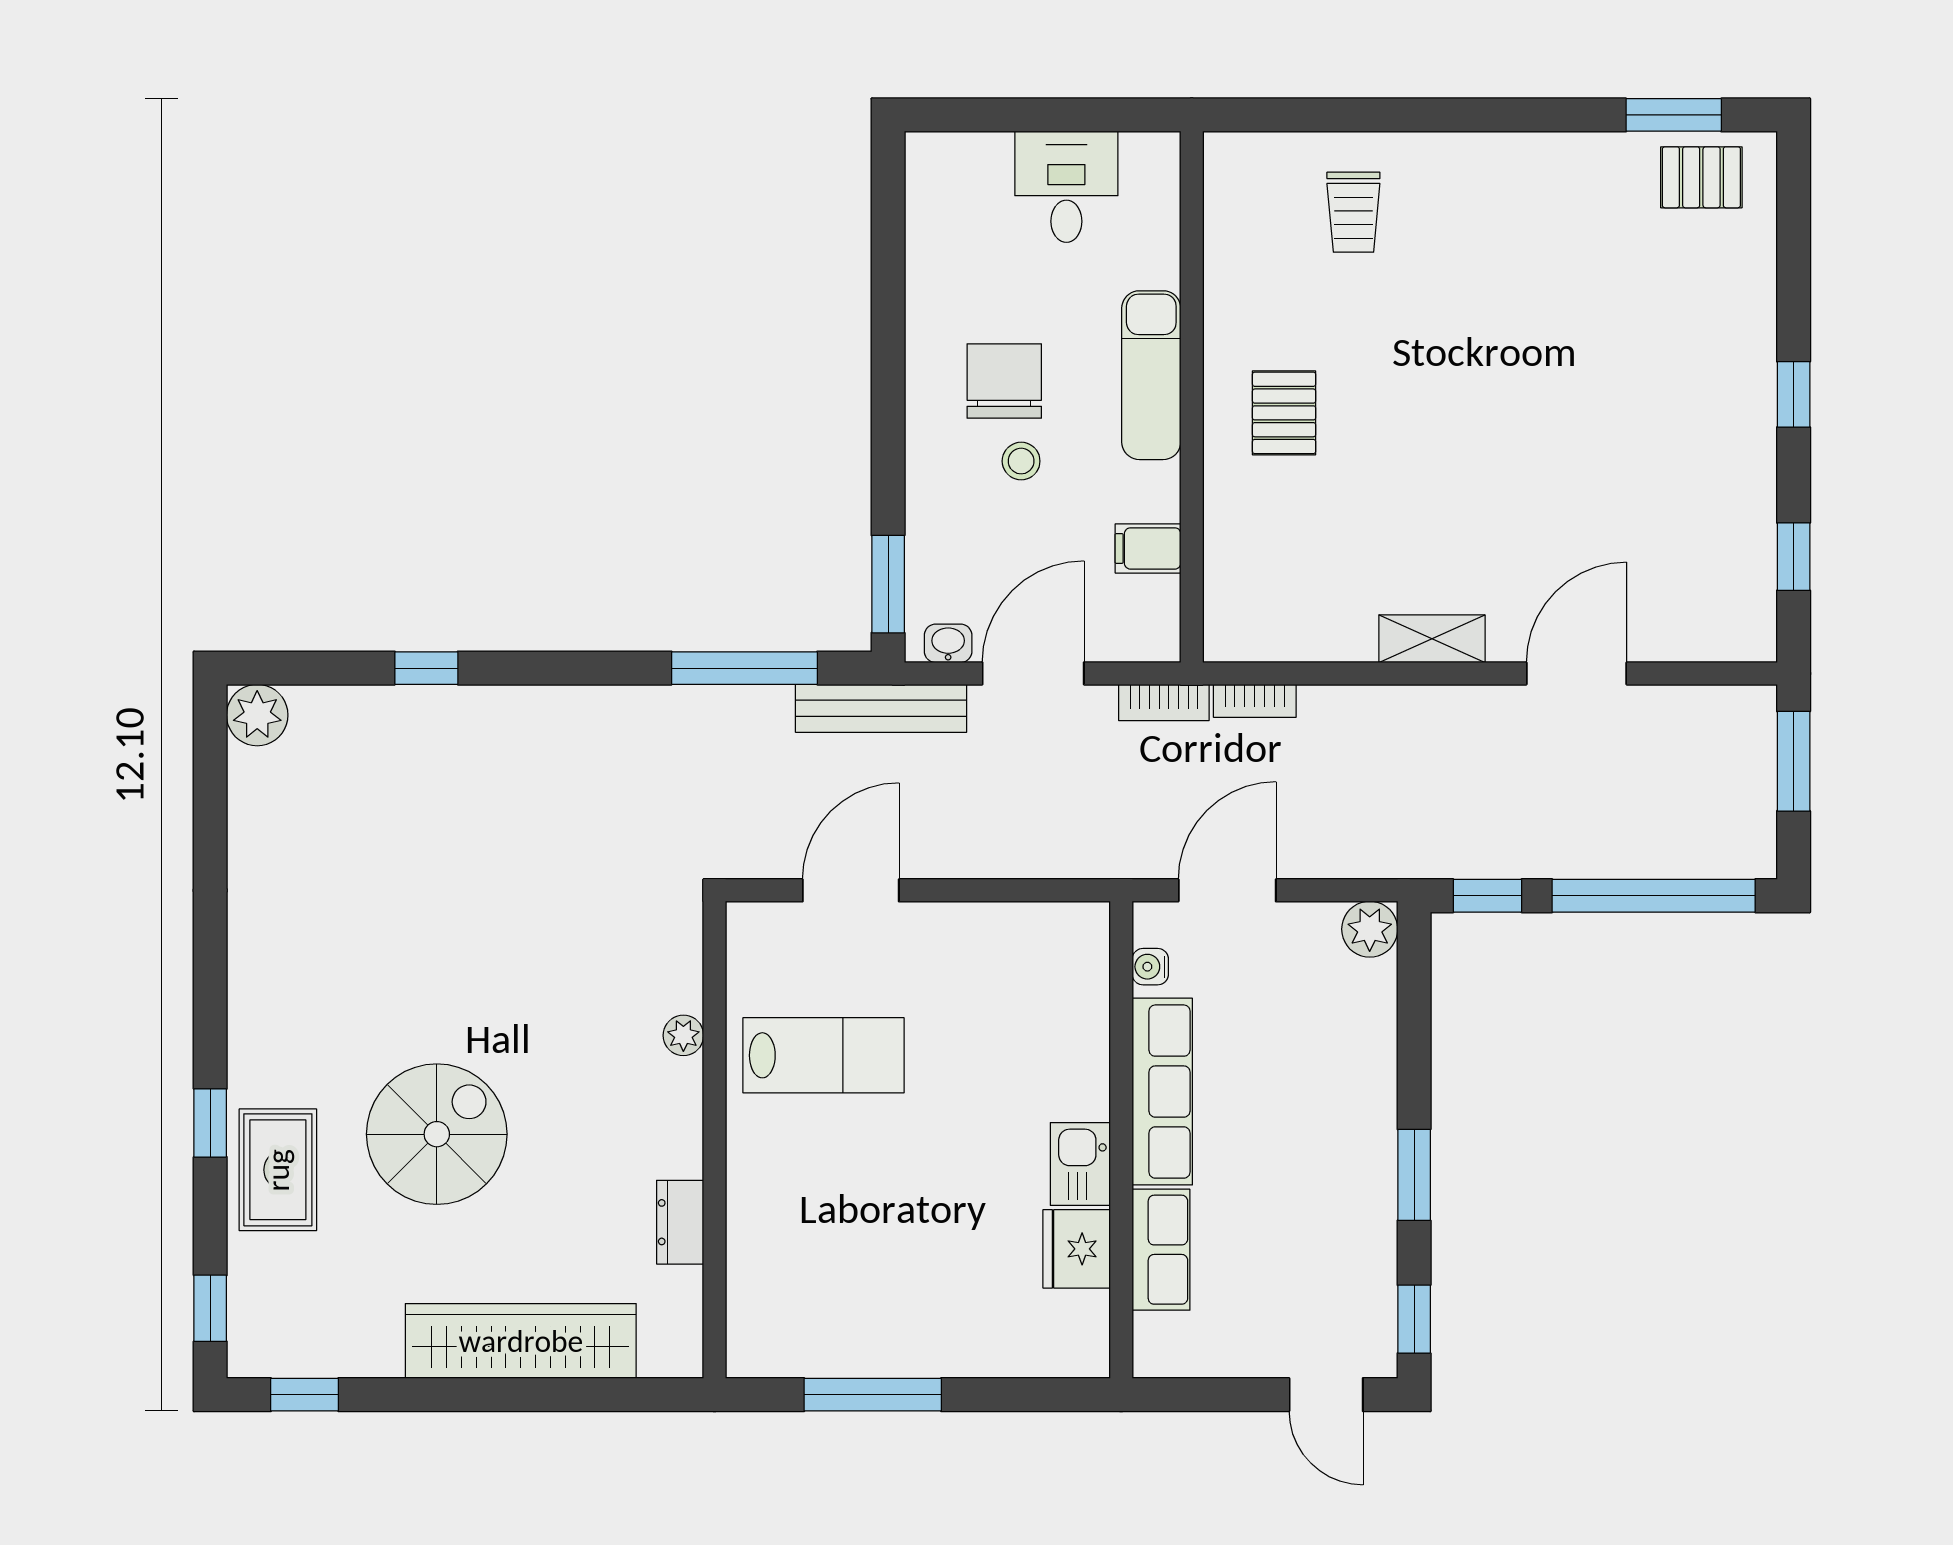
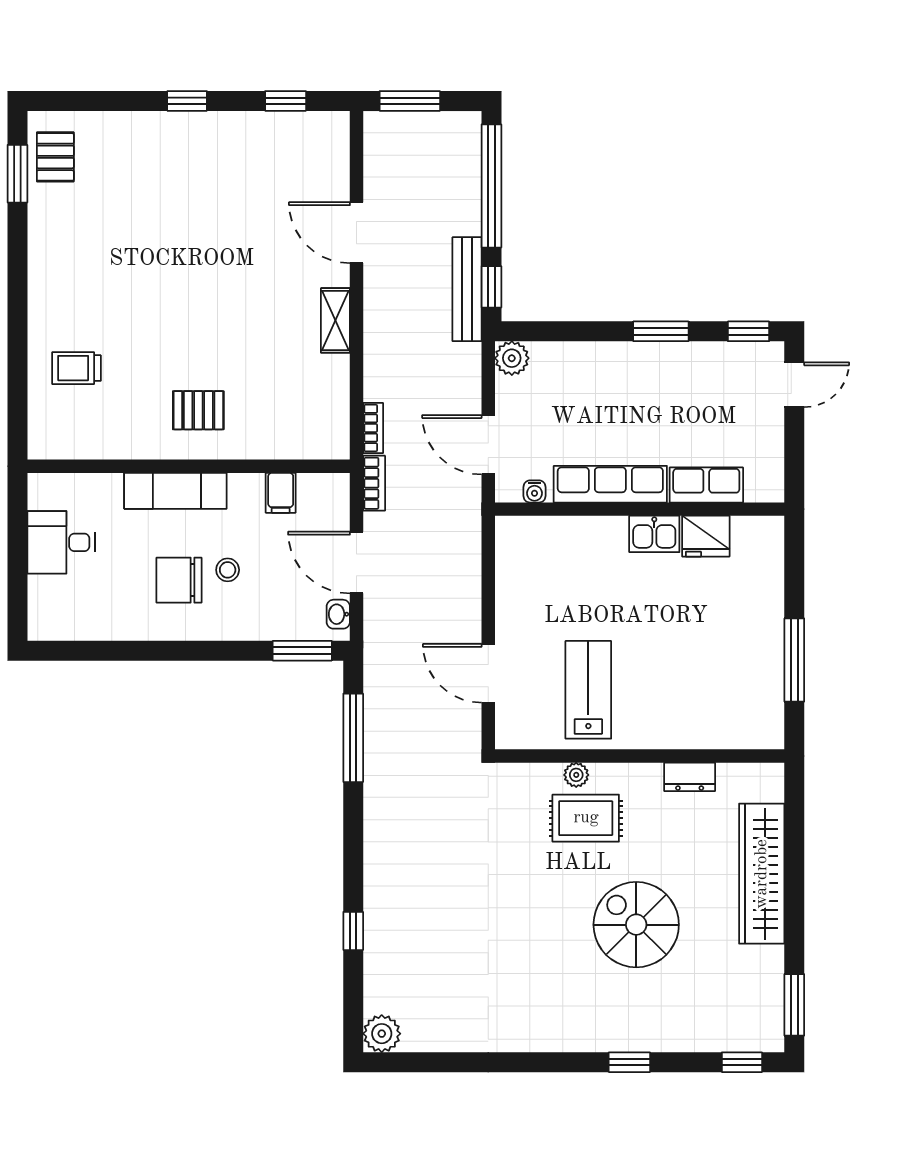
trolley: (1353, 212) -> (77, 368), turned 180
bench: (881, 708) -> (467, 289), moved
rug: (278, 1170) -> (586, 818), moved
window: (305, 1395) -> (794, 1005), width x1.50

